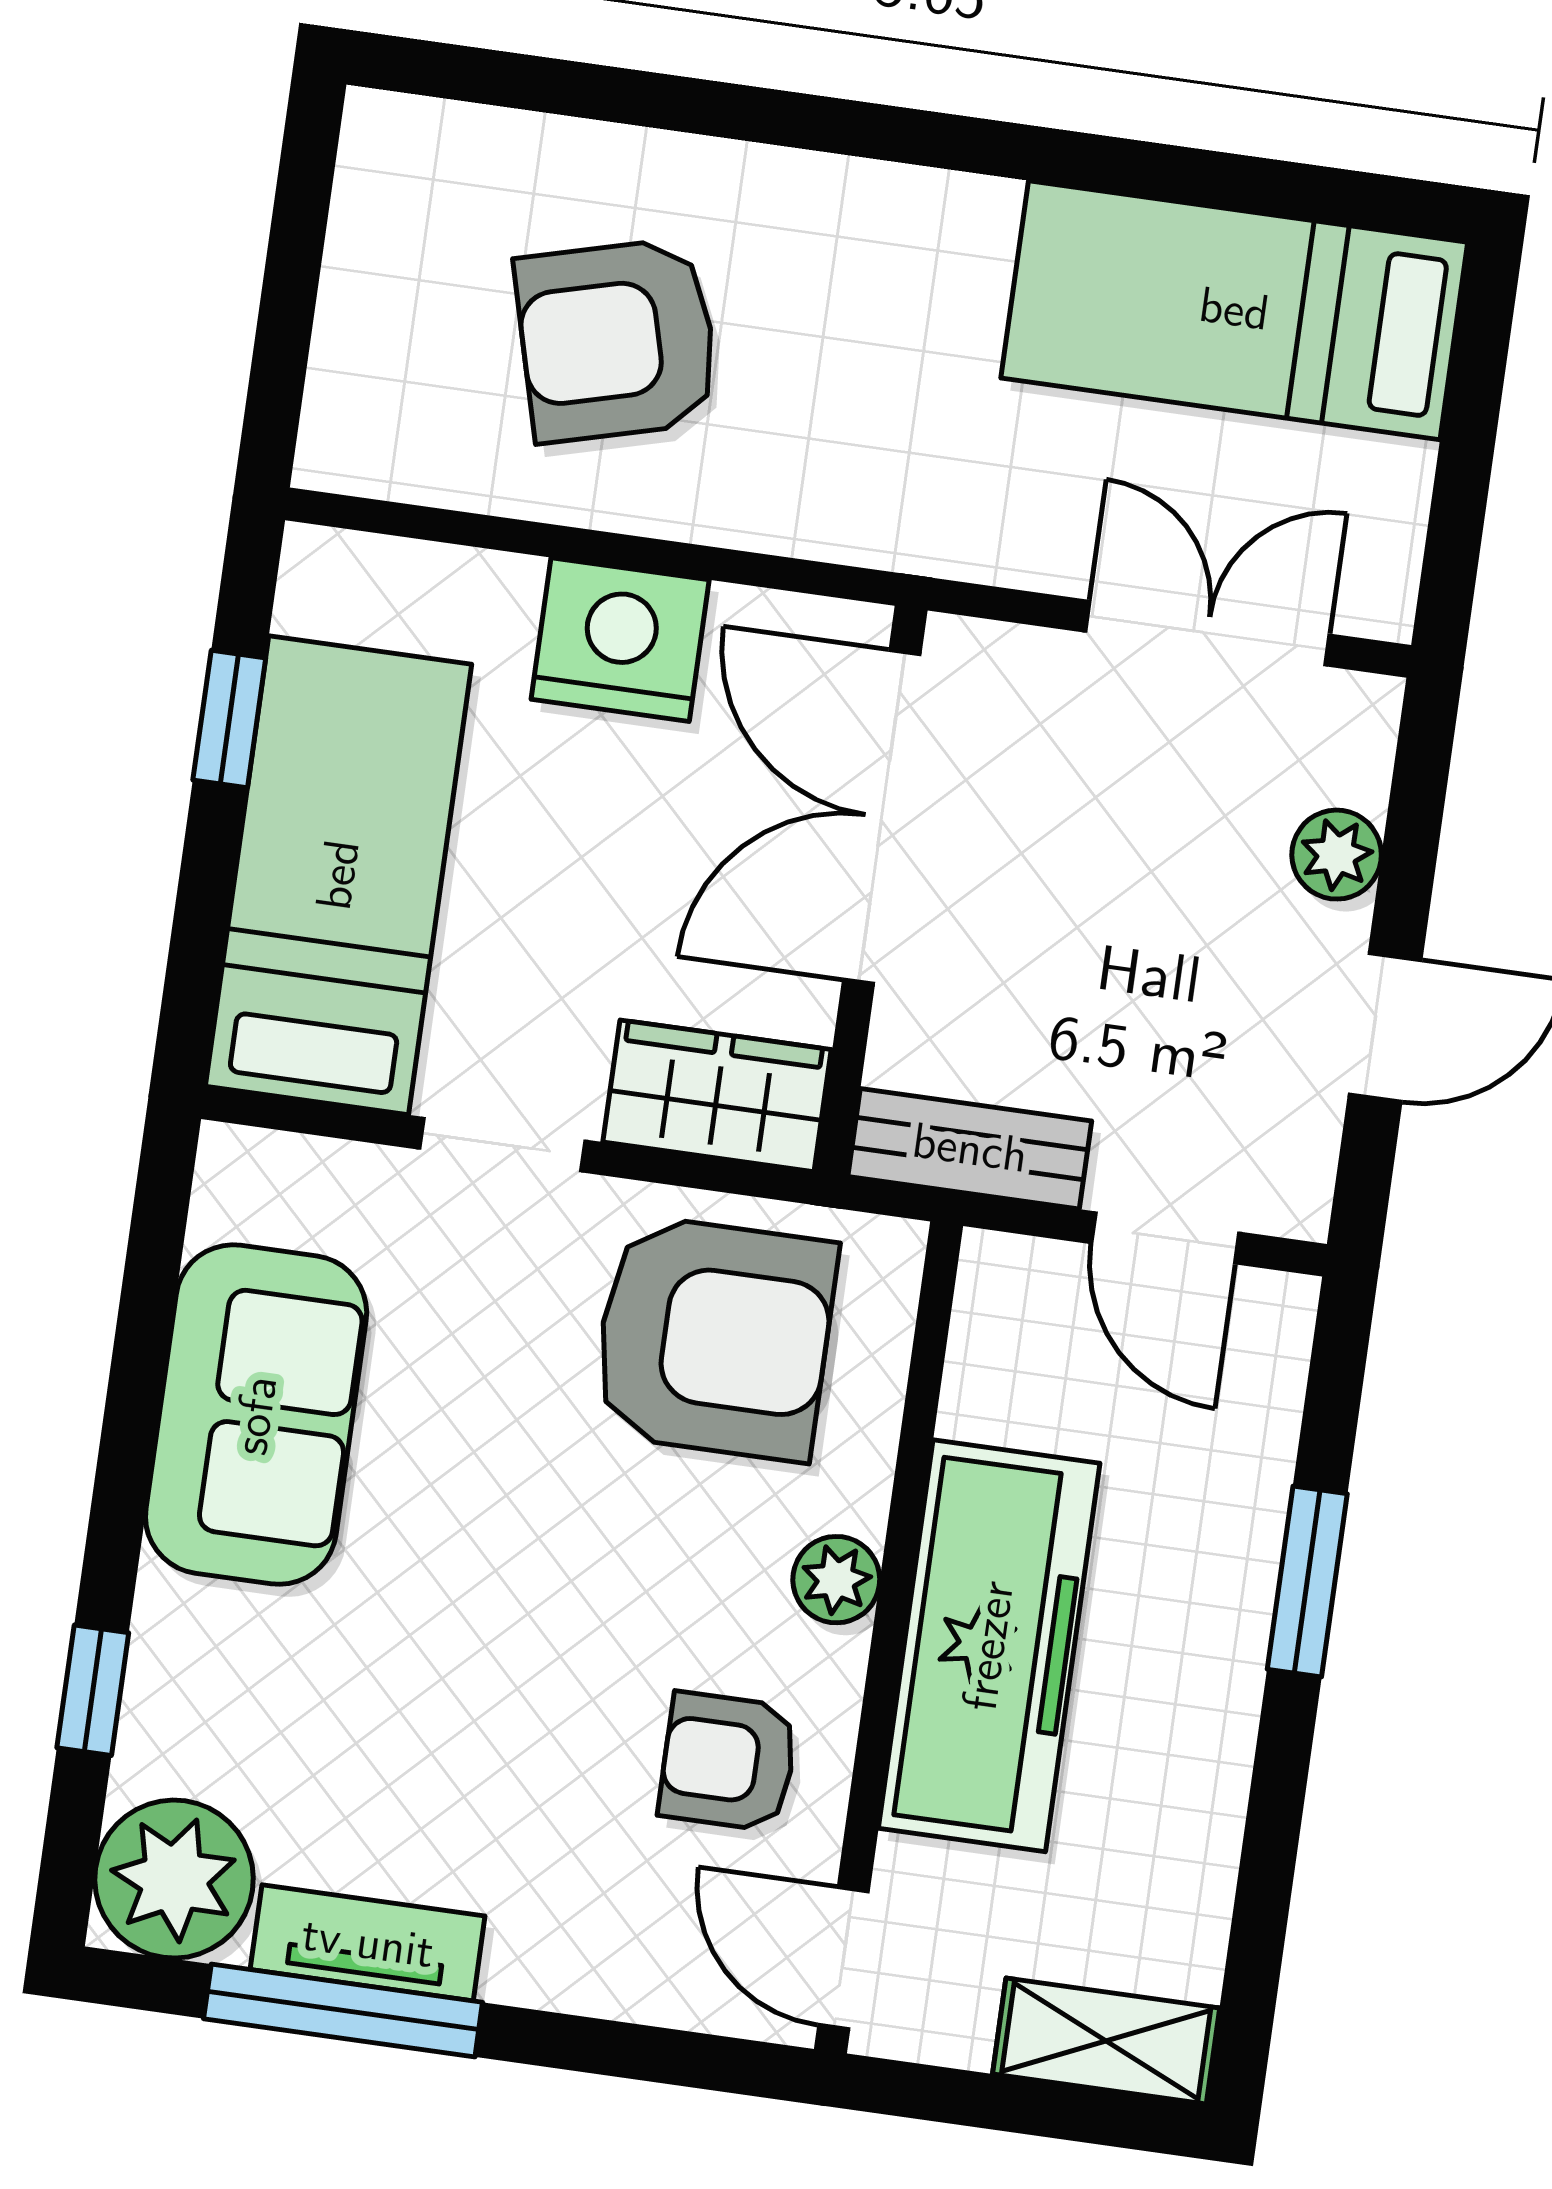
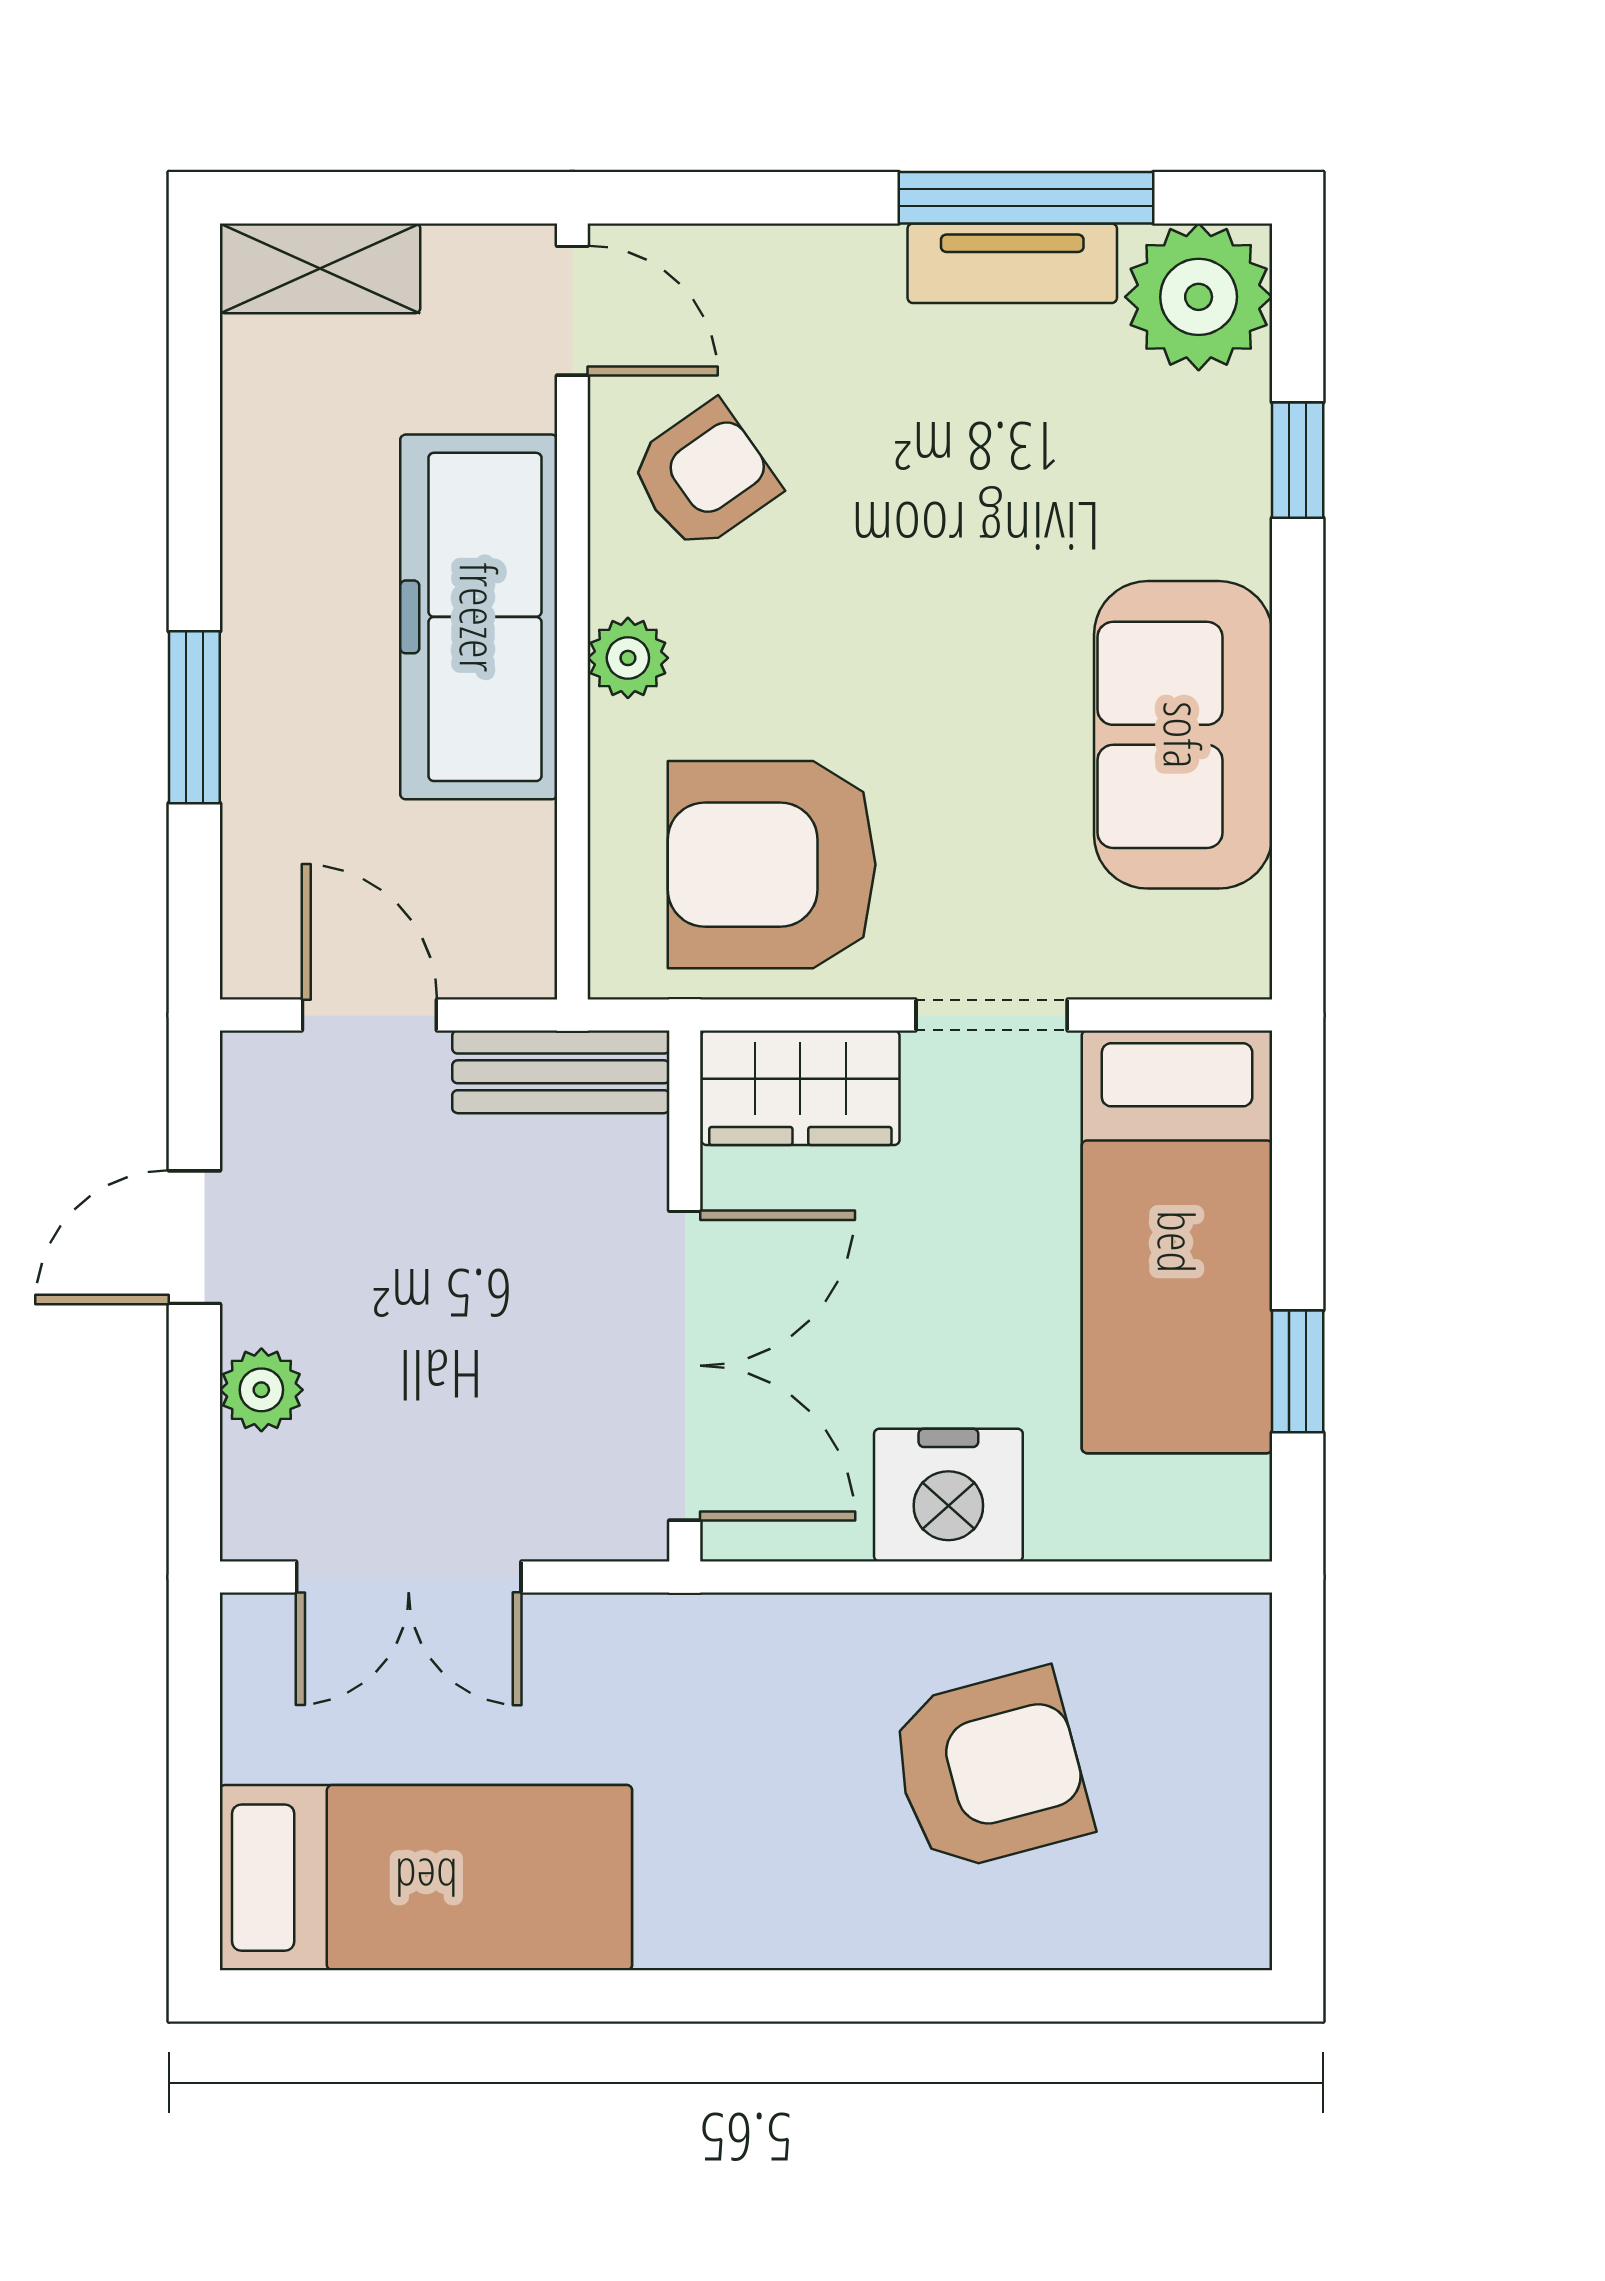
armchair: (728, 1762) -> (704, 477), turned -35

